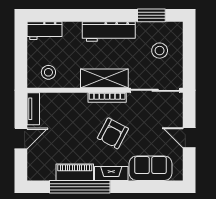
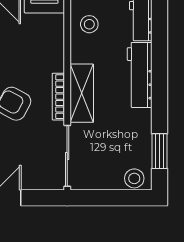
workbench: (109, 32) -> (140, 75), moved
stool: (160, 51) -> (134, 178), moved

